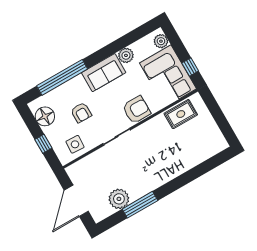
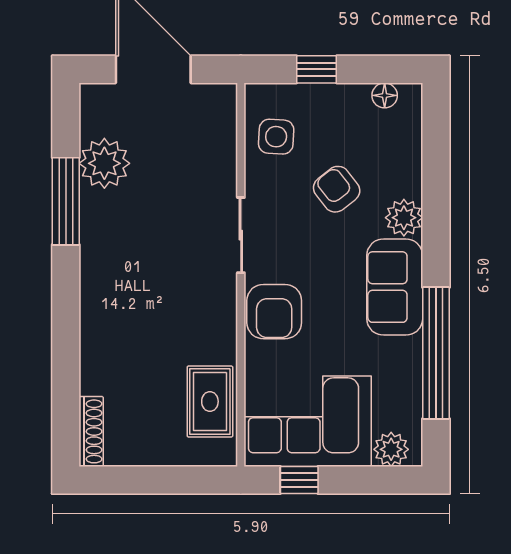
plant: (126, 55) -> (404, 218), moved
window: (62, 77) -> (436, 353), moved
armchair: (81, 113) -> (337, 189), turned 52
floor lamp: (45, 116) -> (385, 95), width x0.53, depth x0.53
shoe rack: (215, 149) -> (91, 431), added

